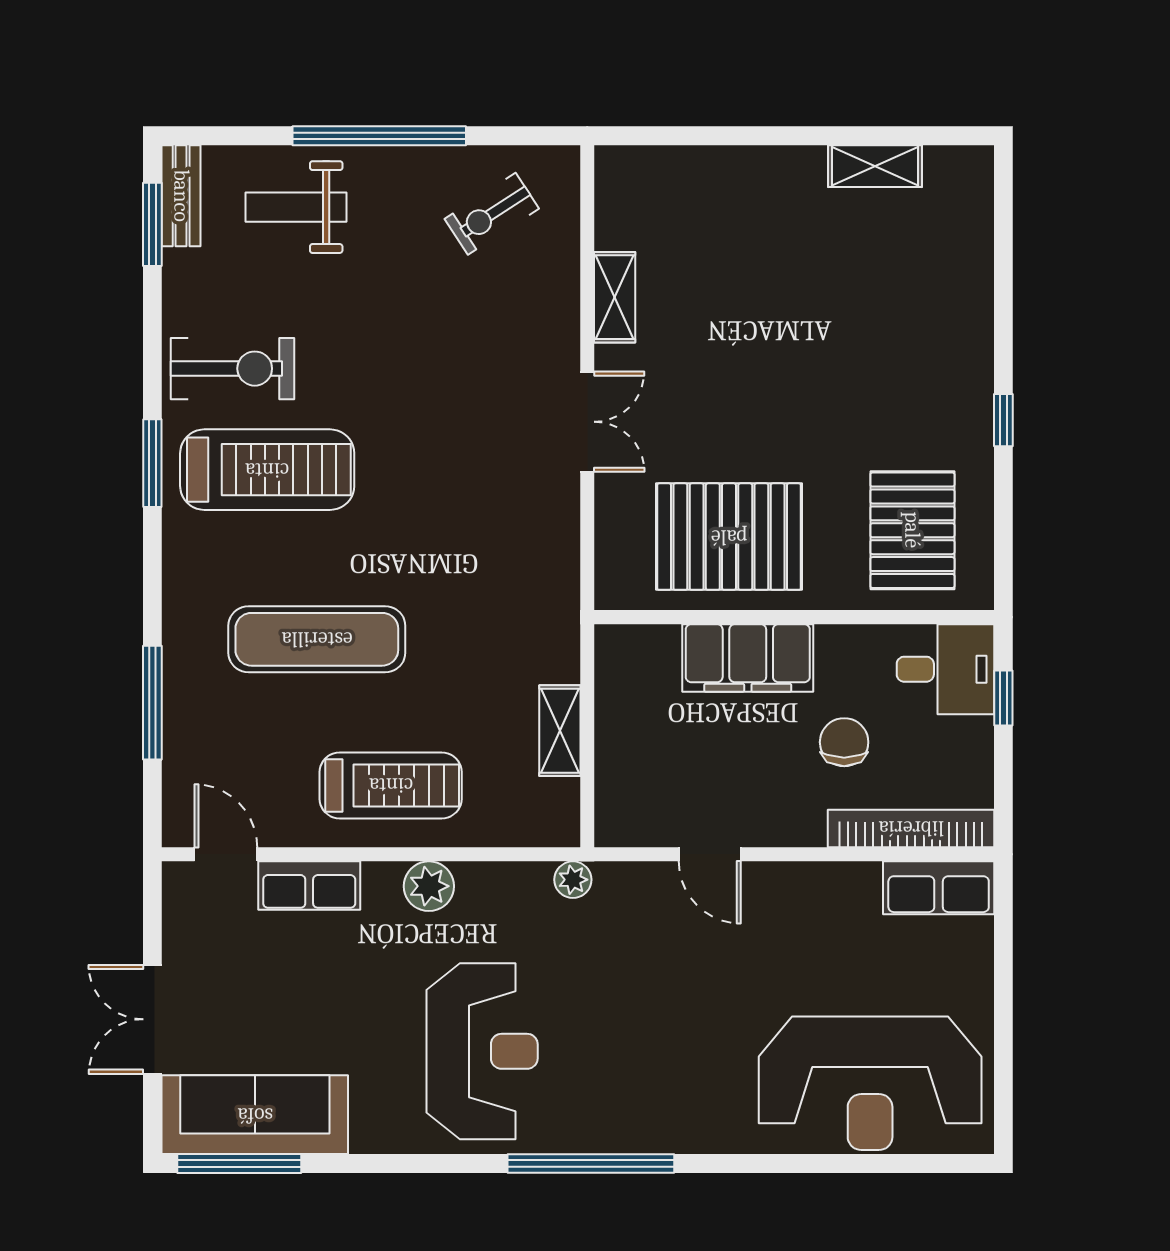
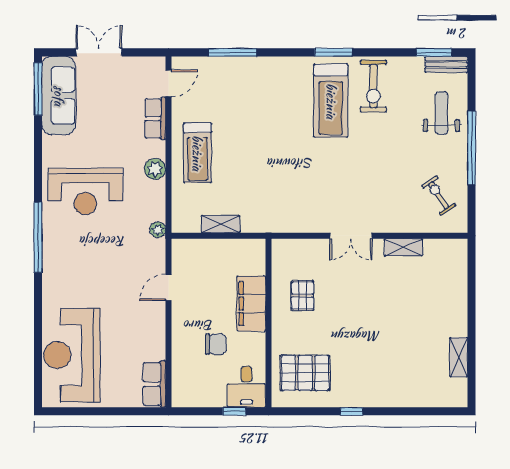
pallet: (729, 537) -> (302, 296), width x0.49, depth x0.50
exercise mat: (317, 639) -> (259, 122), removed
bookcase: (911, 828) -> (179, 372), removed

